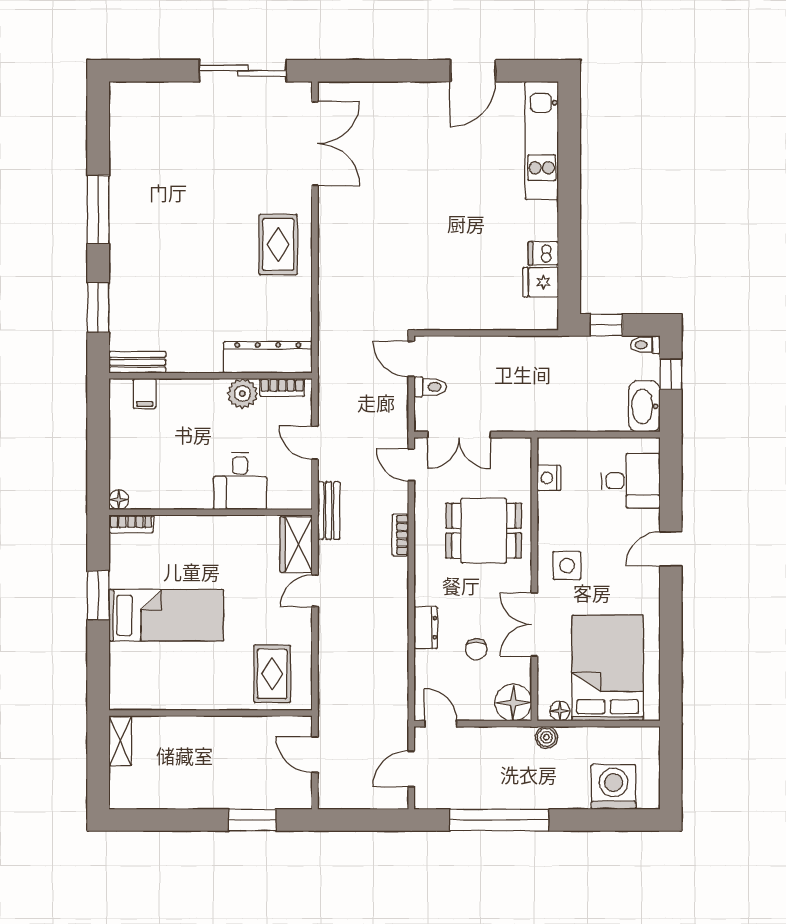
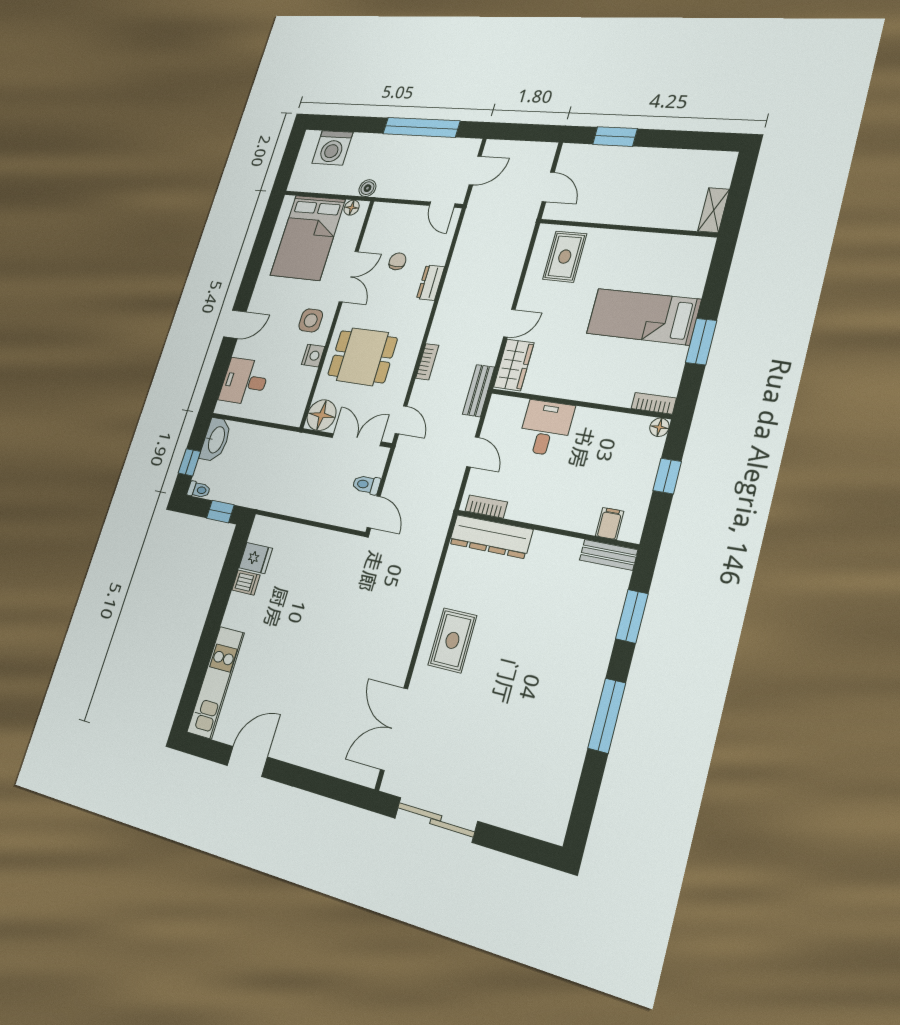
plant: (242, 394) -> (522, 507), removed
window: (98, 451) -> (667, 476), added
nightstand: (549, 478) -> (313, 355), moved
floor lamp: (513, 703) -> (322, 415), moved

